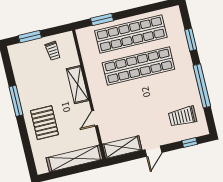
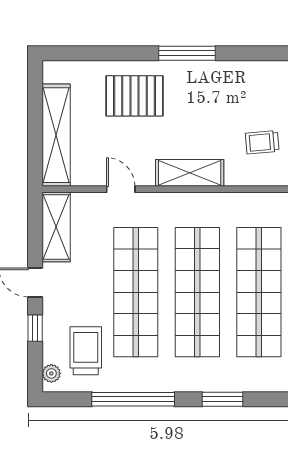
shop shelf: (146, 98) -> (136, 292), added
plant: (199, 131) -> (51, 373), added
window: (190, 143) -> (35, 328), moved

